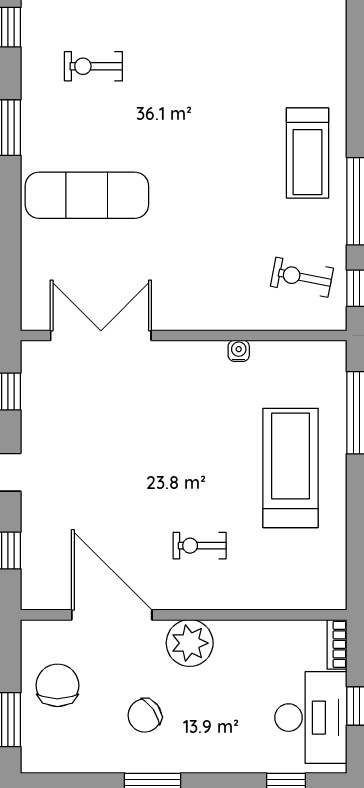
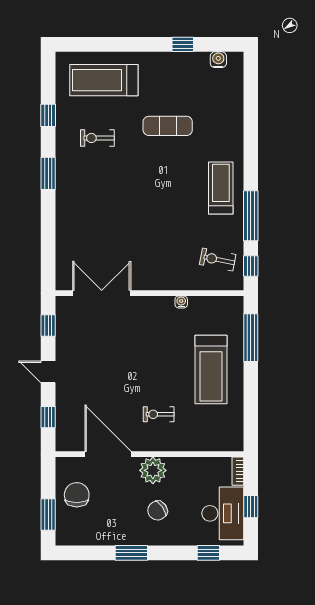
treadmill: (307, 153) -> (221, 188), turned 180
exercise mat: (87, 195) -> (168, 126), moved, width x0.73, depth x0.69
treadmill: (291, 468) -> (211, 370), turned 180
chair: (145, 715) -> (158, 511), moved

